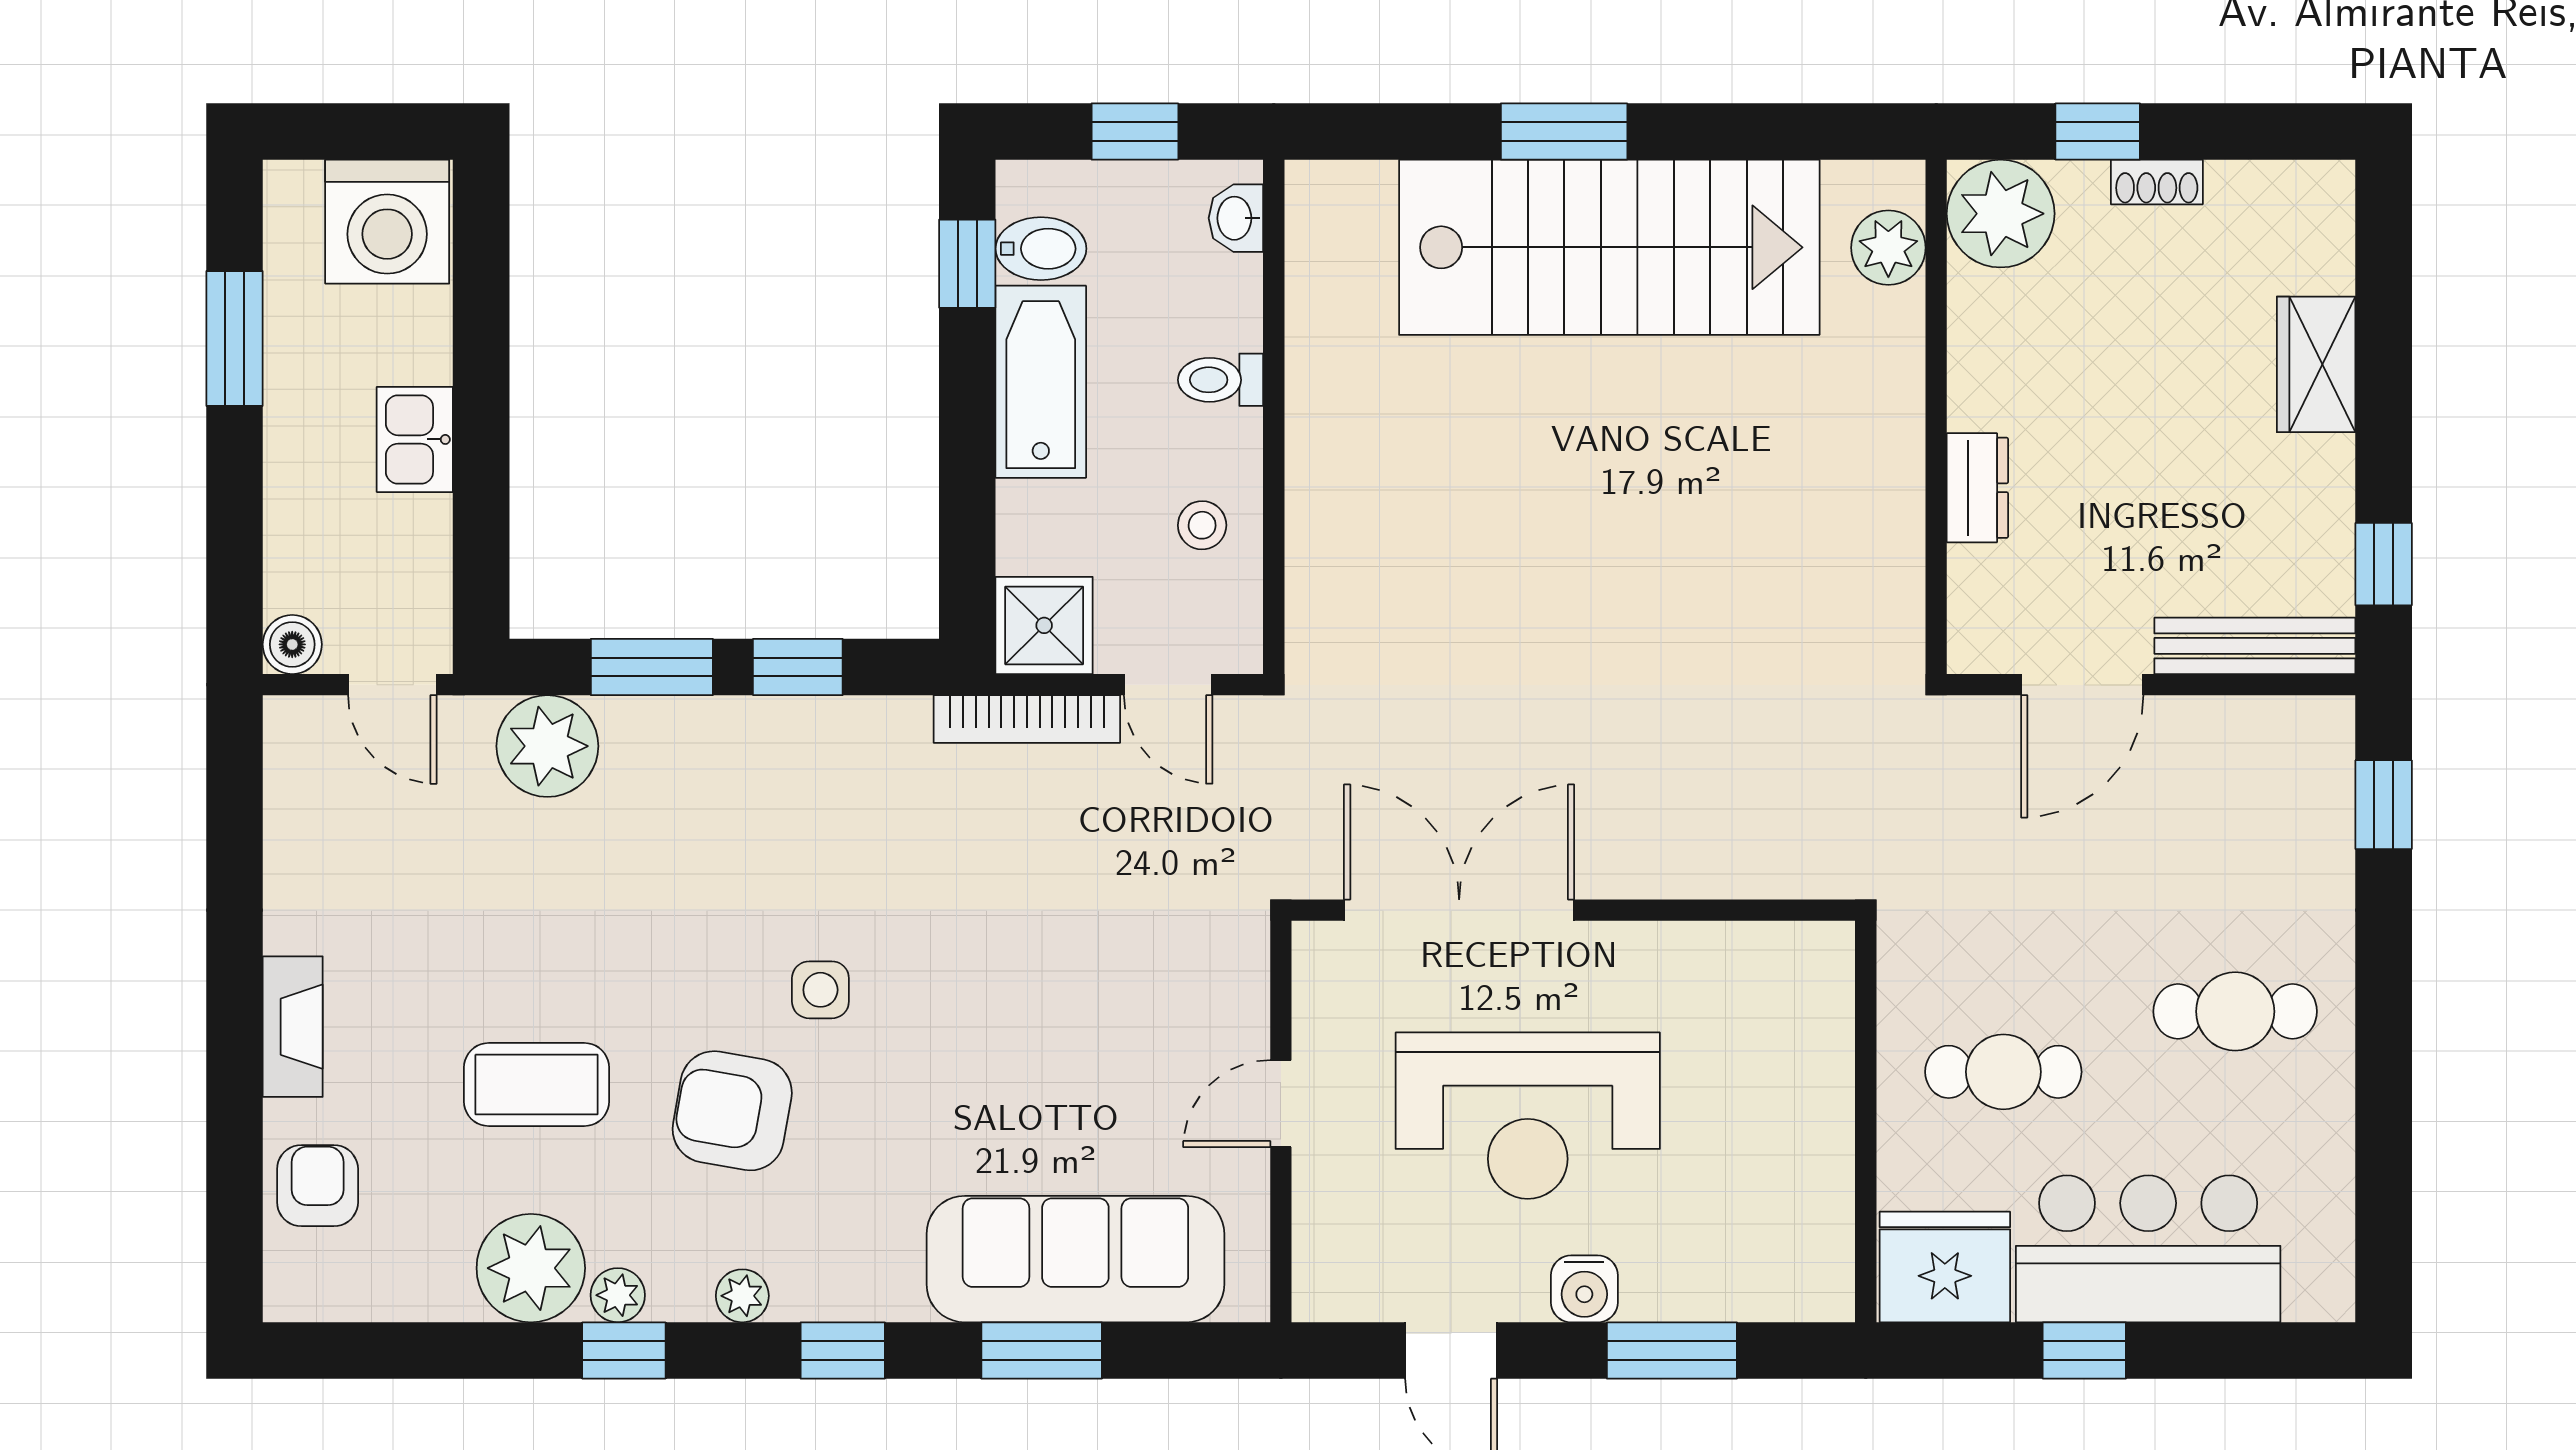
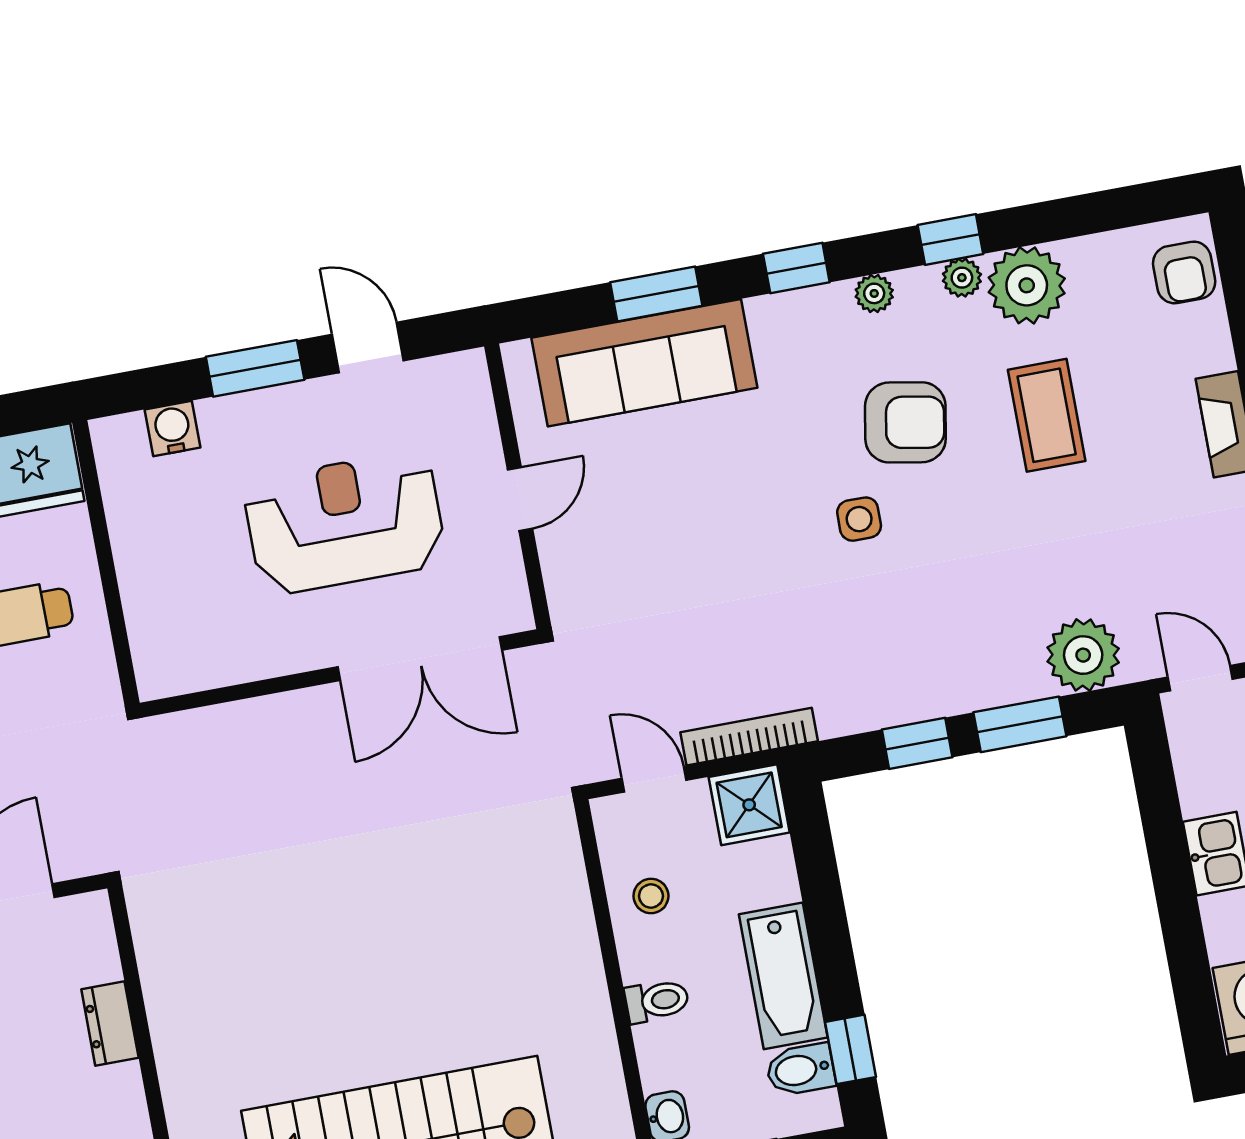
coffee table: (537, 1085) -> (1047, 415), turned 90
armchair: (318, 1186) -> (1184, 272), moved
water cooler: (1584, 1289) -> (173, 428), moved
window: (1672, 1350) -> (255, 368), moved

